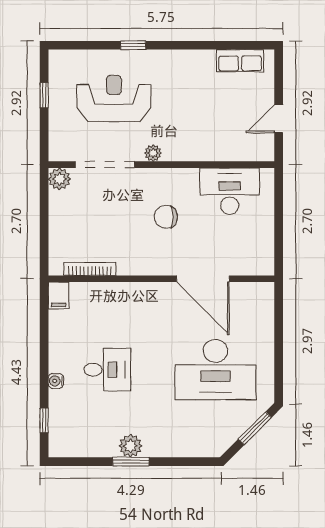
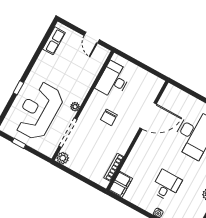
reception desk: (114, 98) -> (39, 111), width x1.36, depth x1.30
filing cabinet: (58, 295) -> (121, 184), width x2.00

